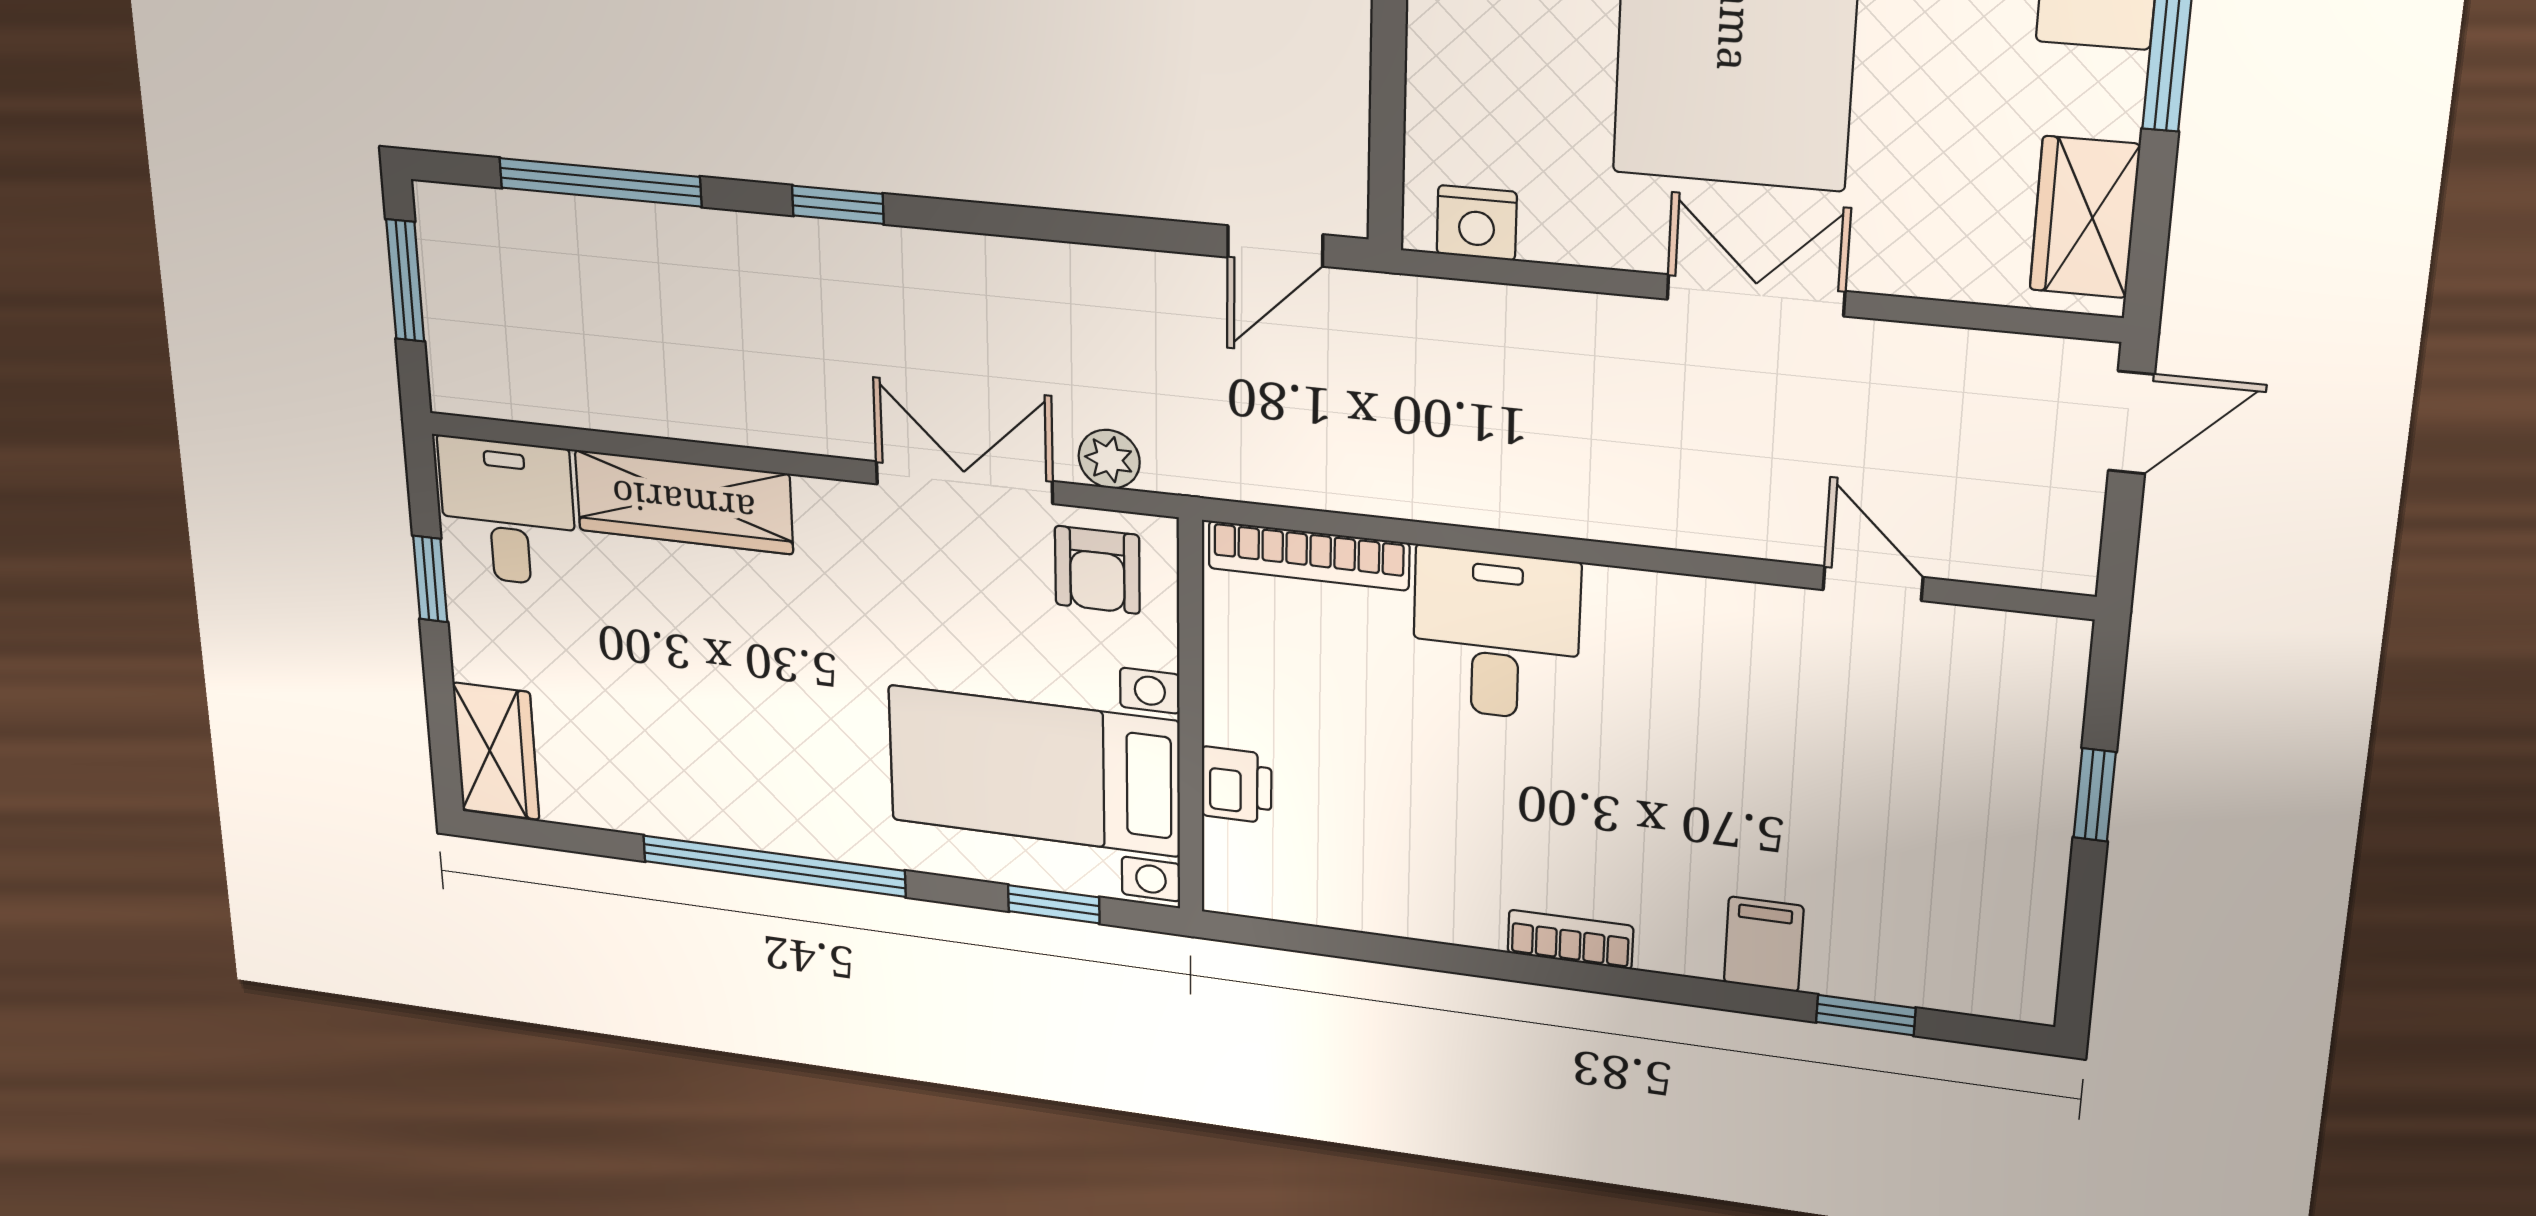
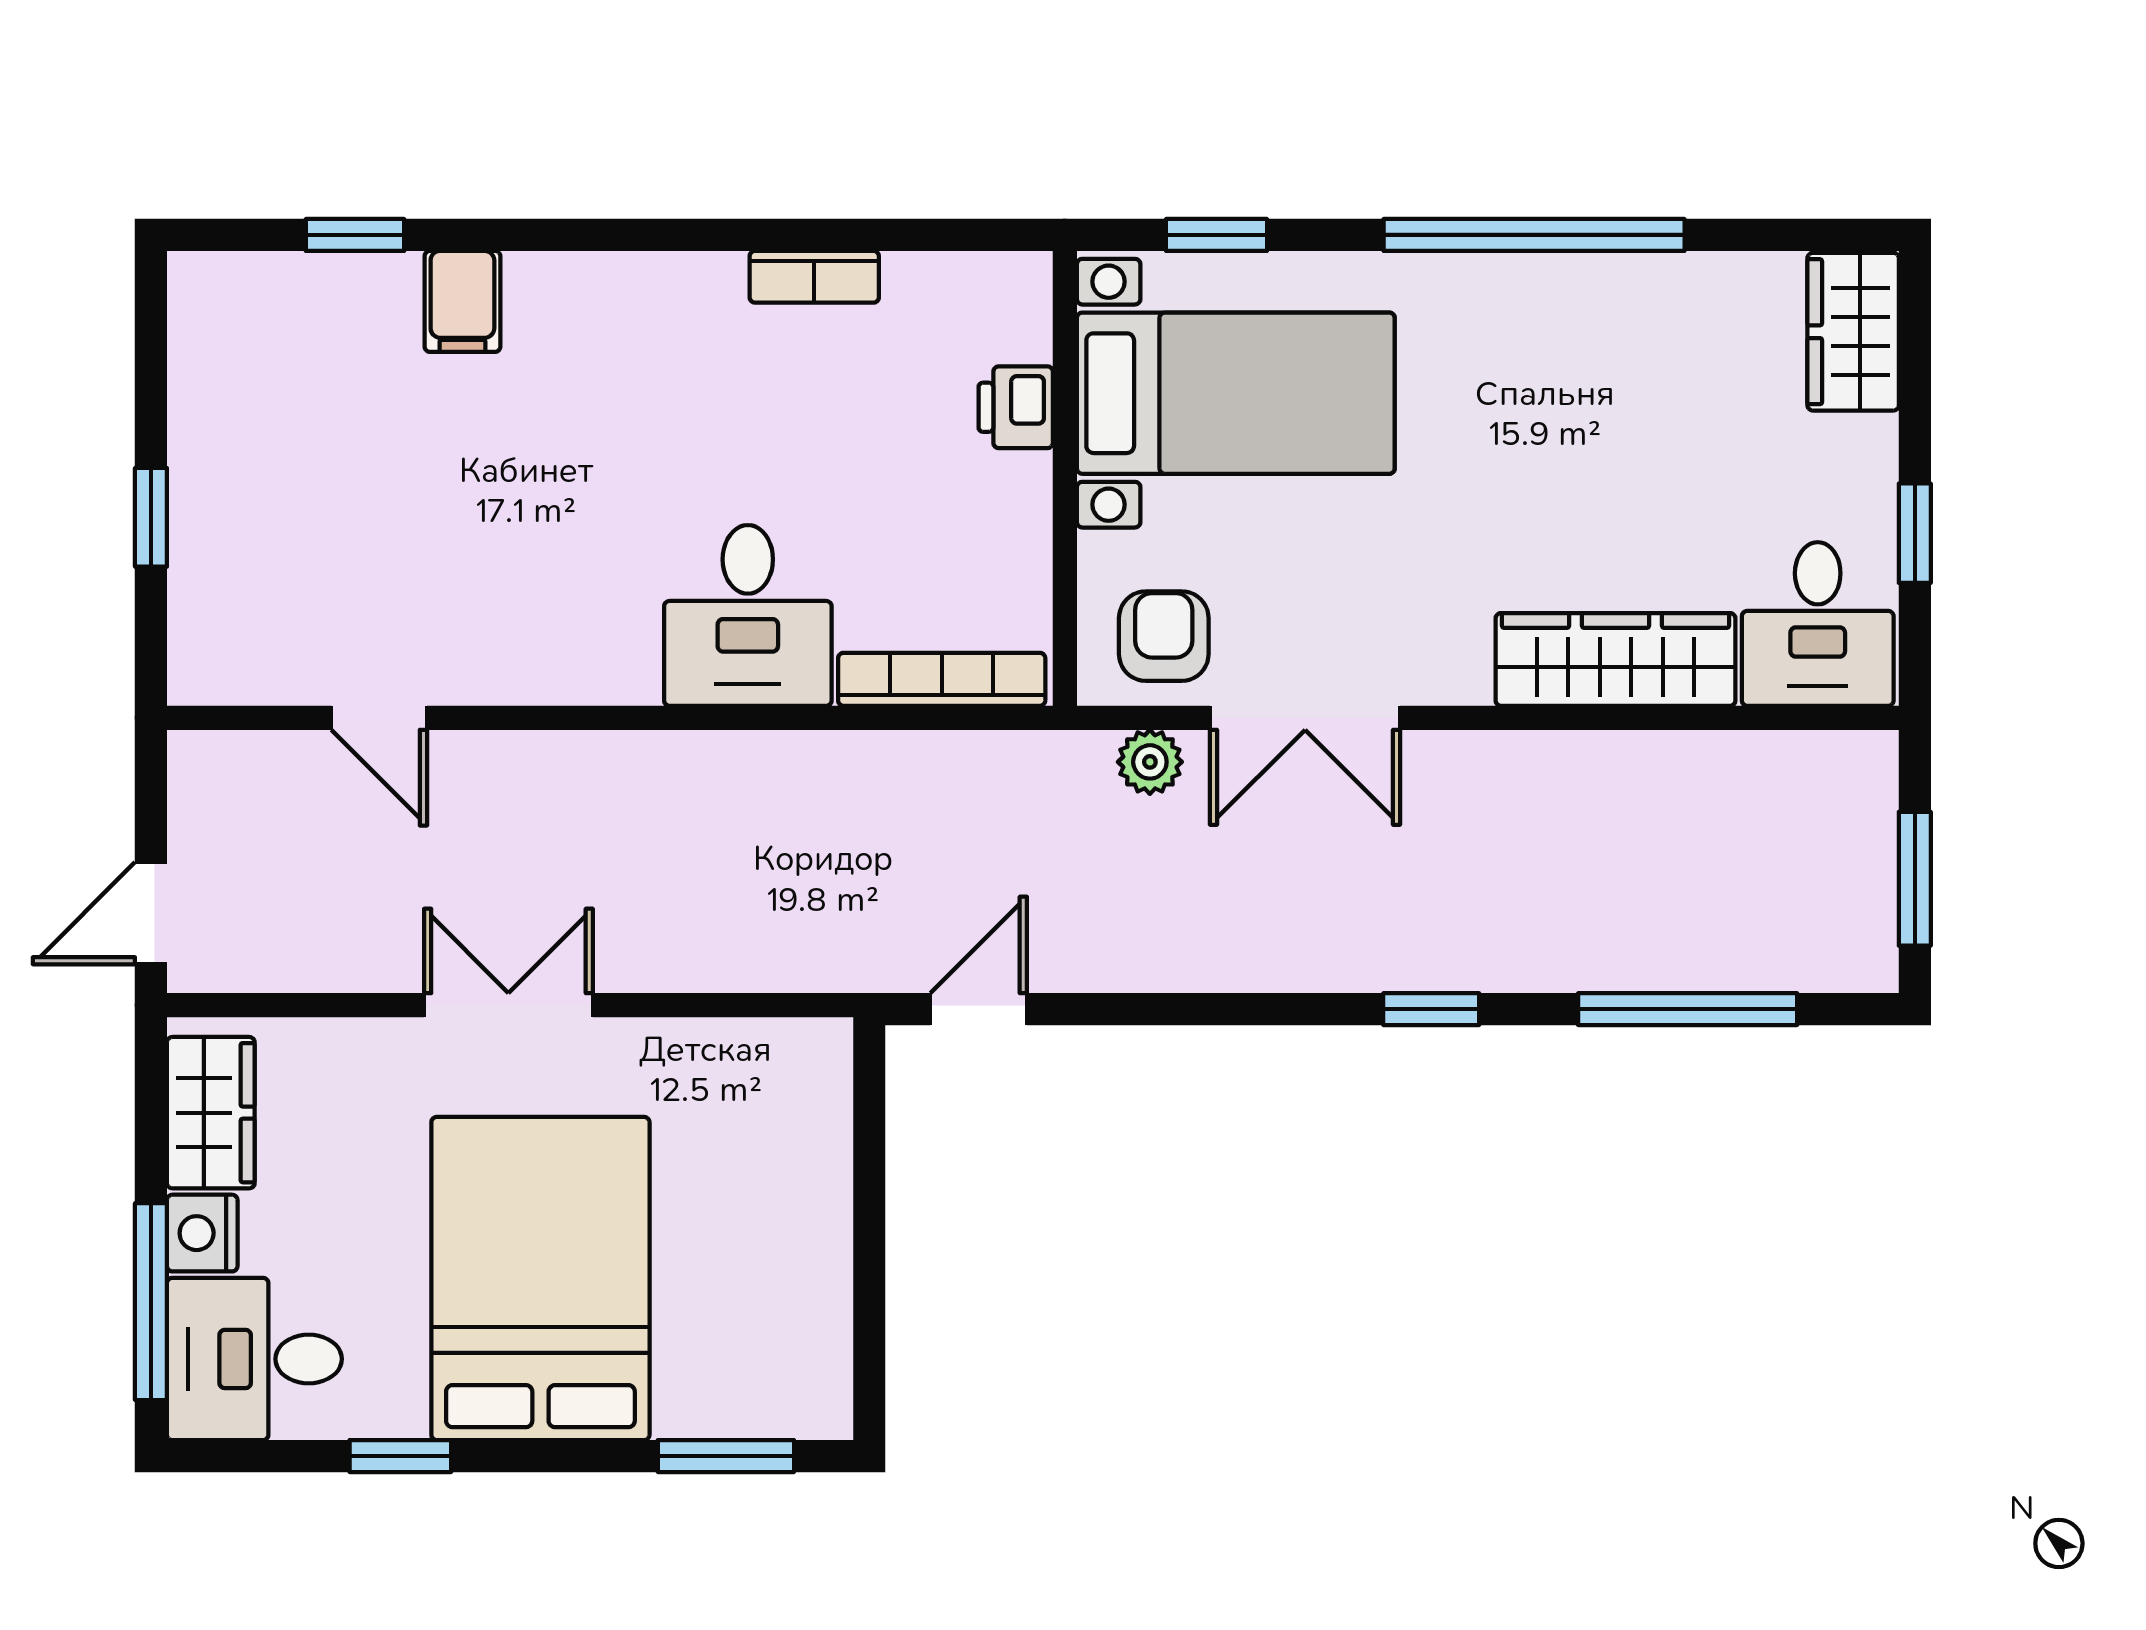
nightstand: (1477, 223) -> (202, 1233), moved, turned -90
double door: (1756, 295) -> (508, 1005), swing flipped
bookcase: (1570, 939) -> (814, 277), moved

